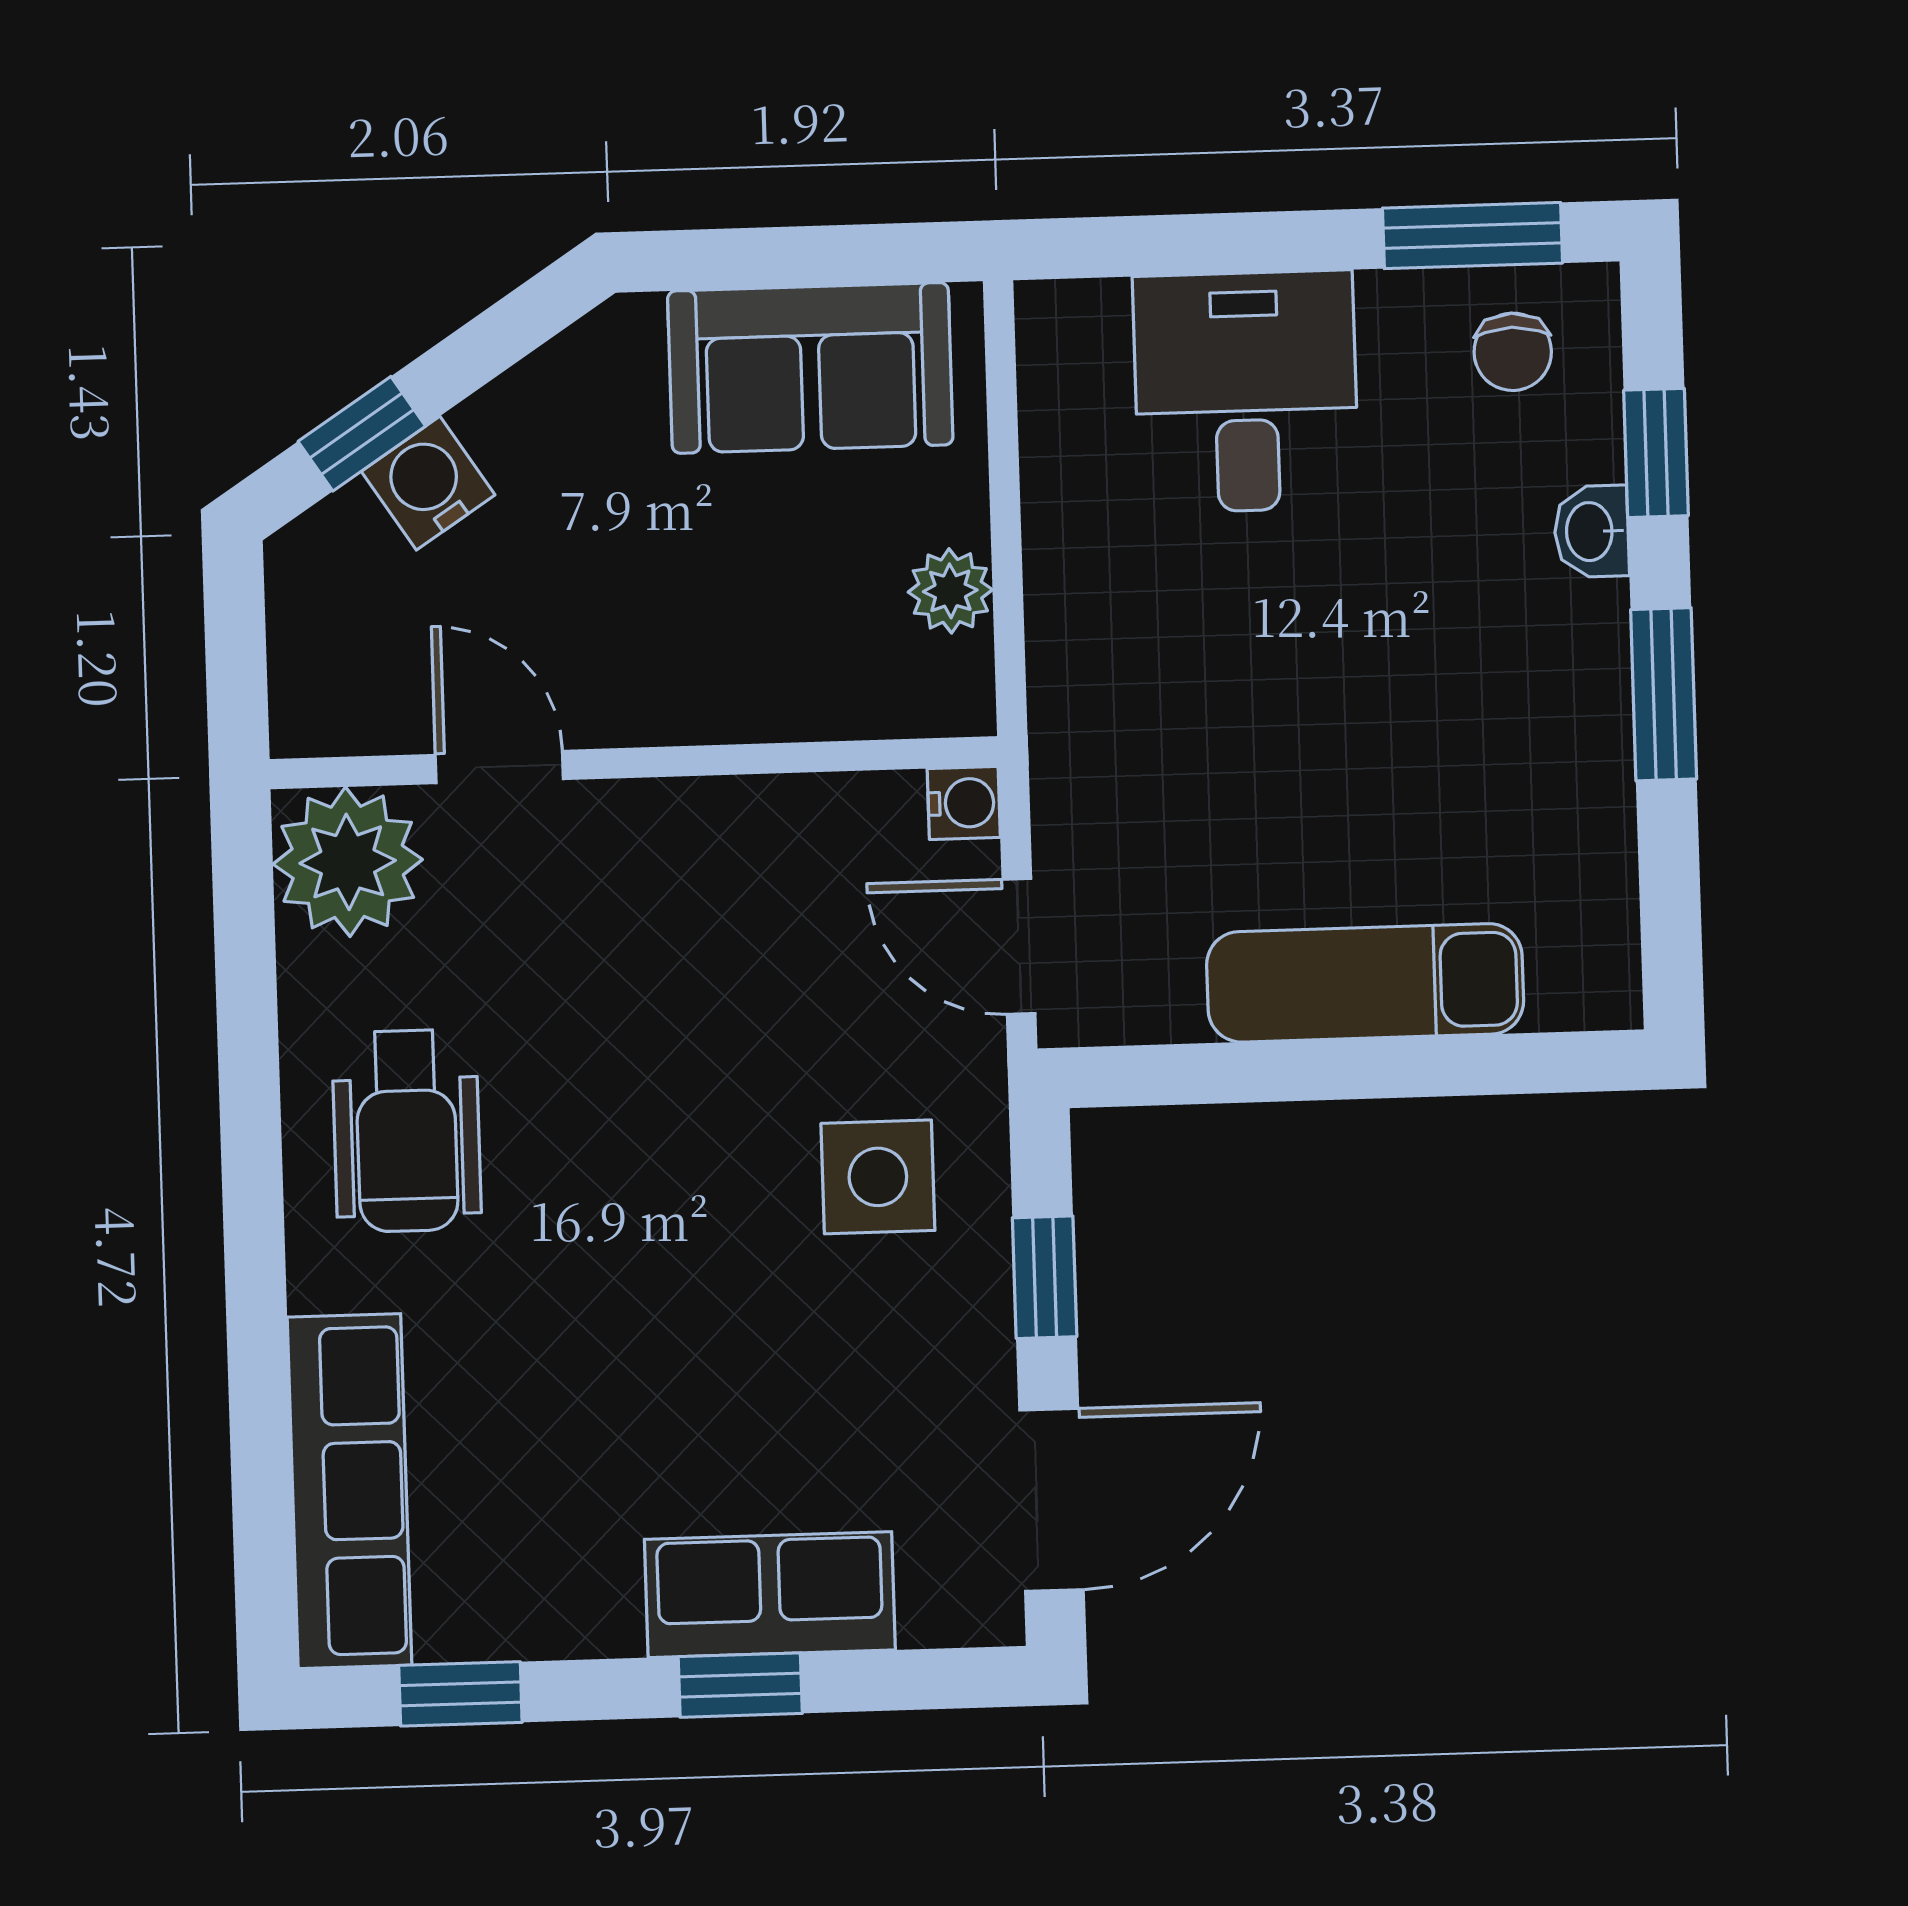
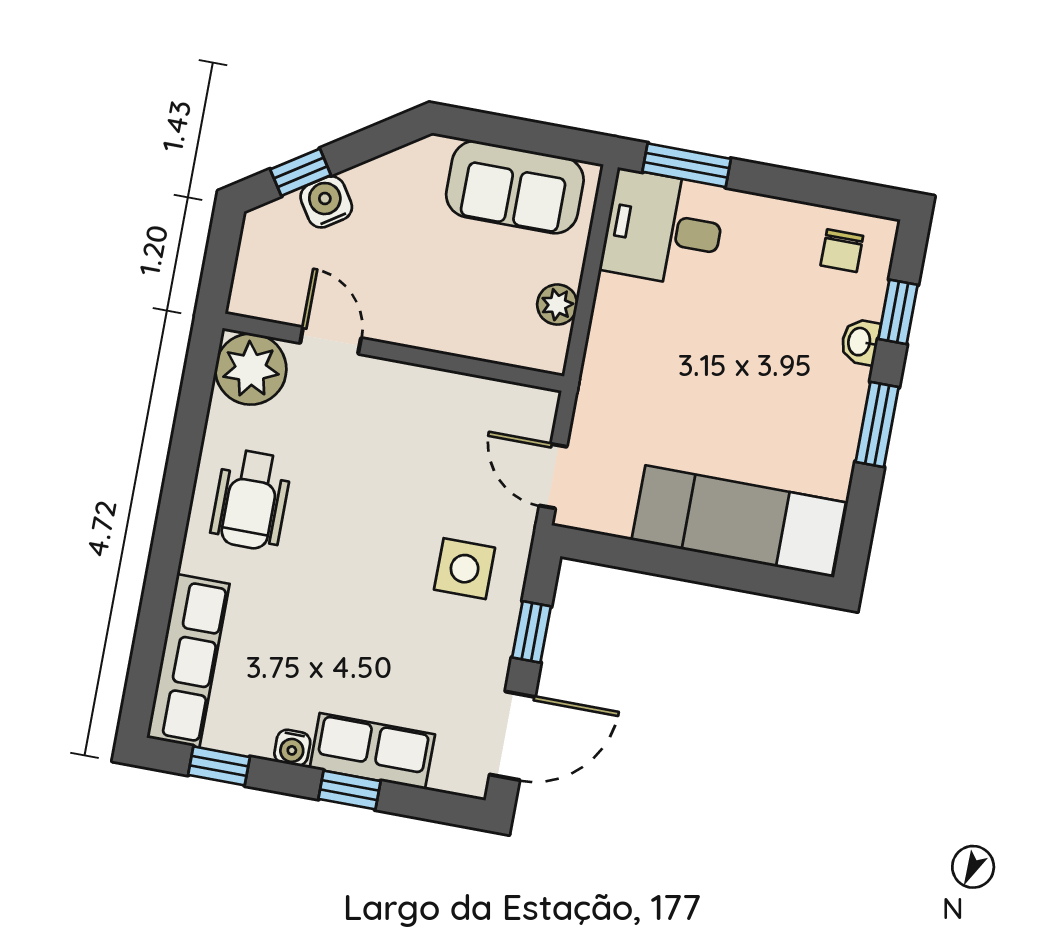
window: (1472, 236) -> (687, 165), moved
desk: (1246, 392) -> (664, 229), moved, turned -90
water cooler: (964, 803) -> (292, 748), moved, turned 90
exam couch: (1365, 983) -> (739, 521), width x1.36, depth x1.45

